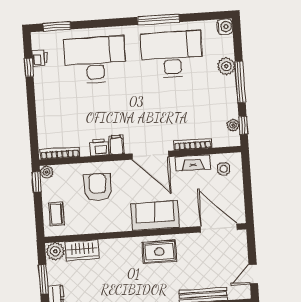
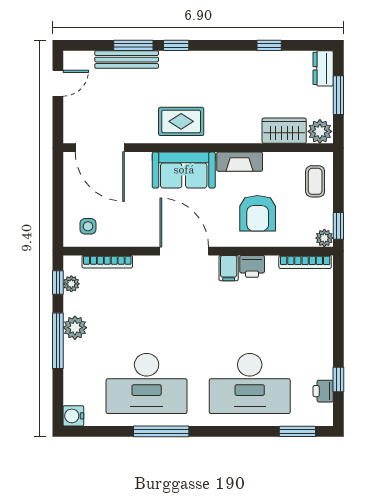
plant: (226, 66) -> (75, 328), moved
bookcase: (193, 144) -> (107, 262), moved
fireplace: (193, 163) -> (240, 162), moved, turned 180

